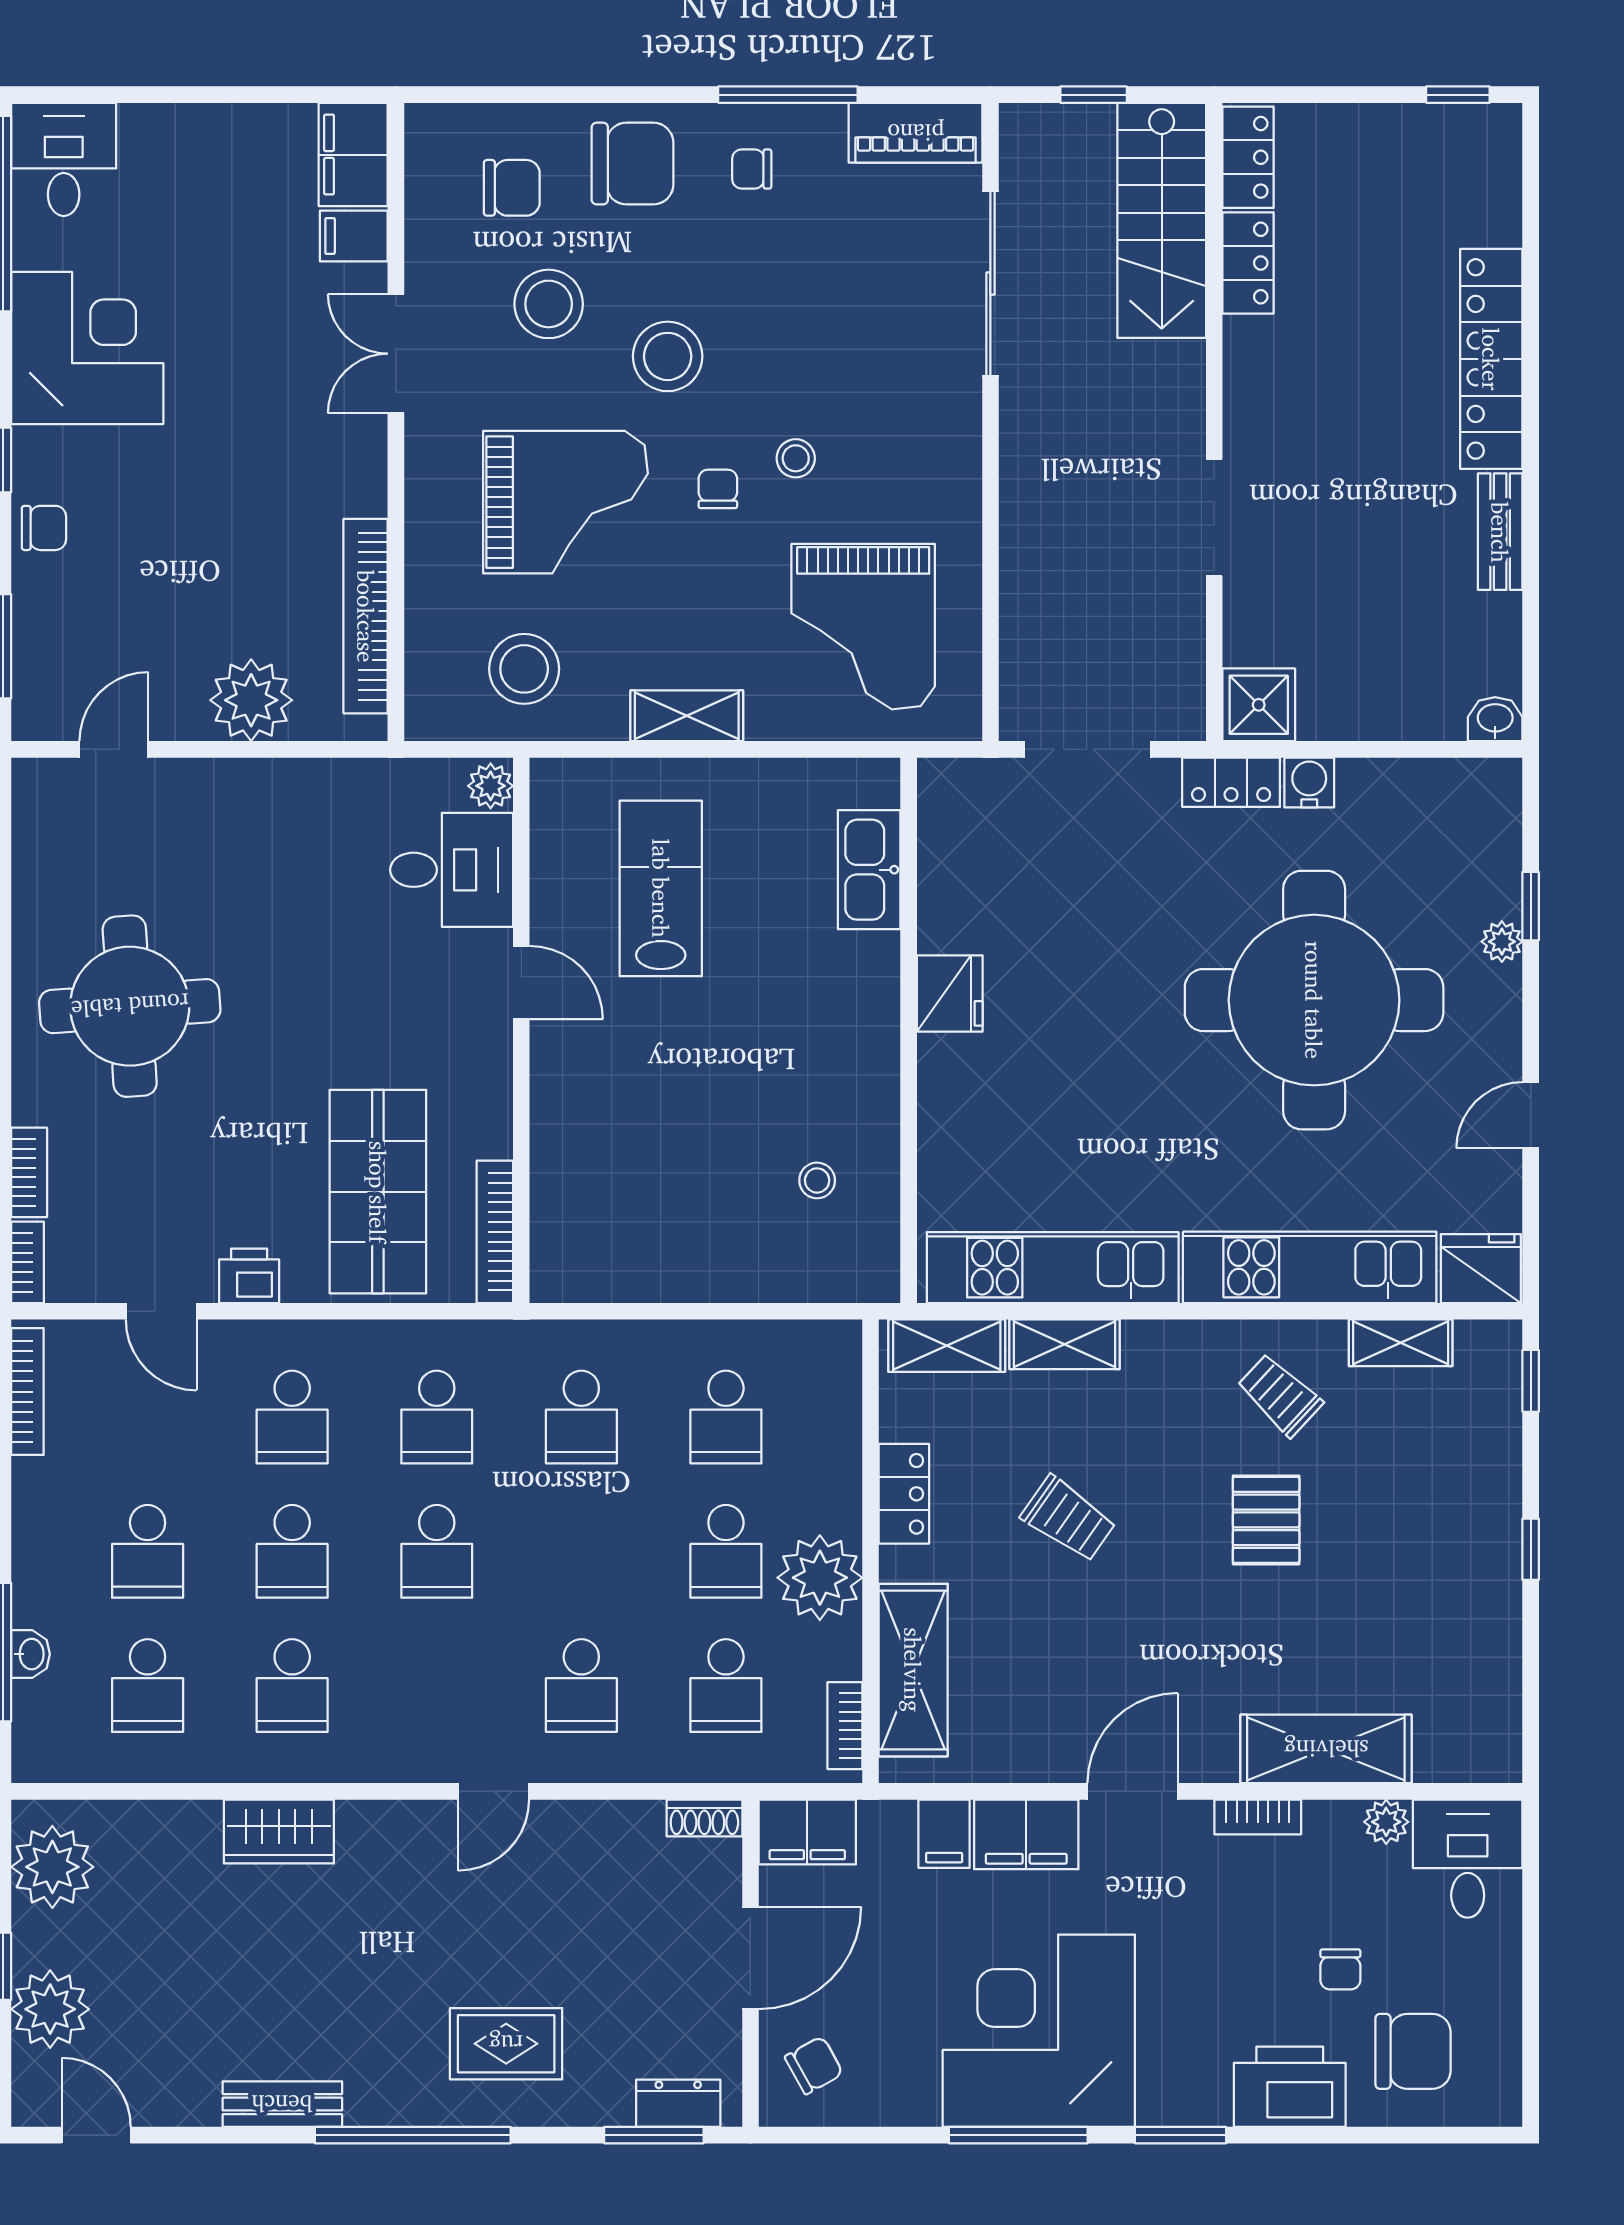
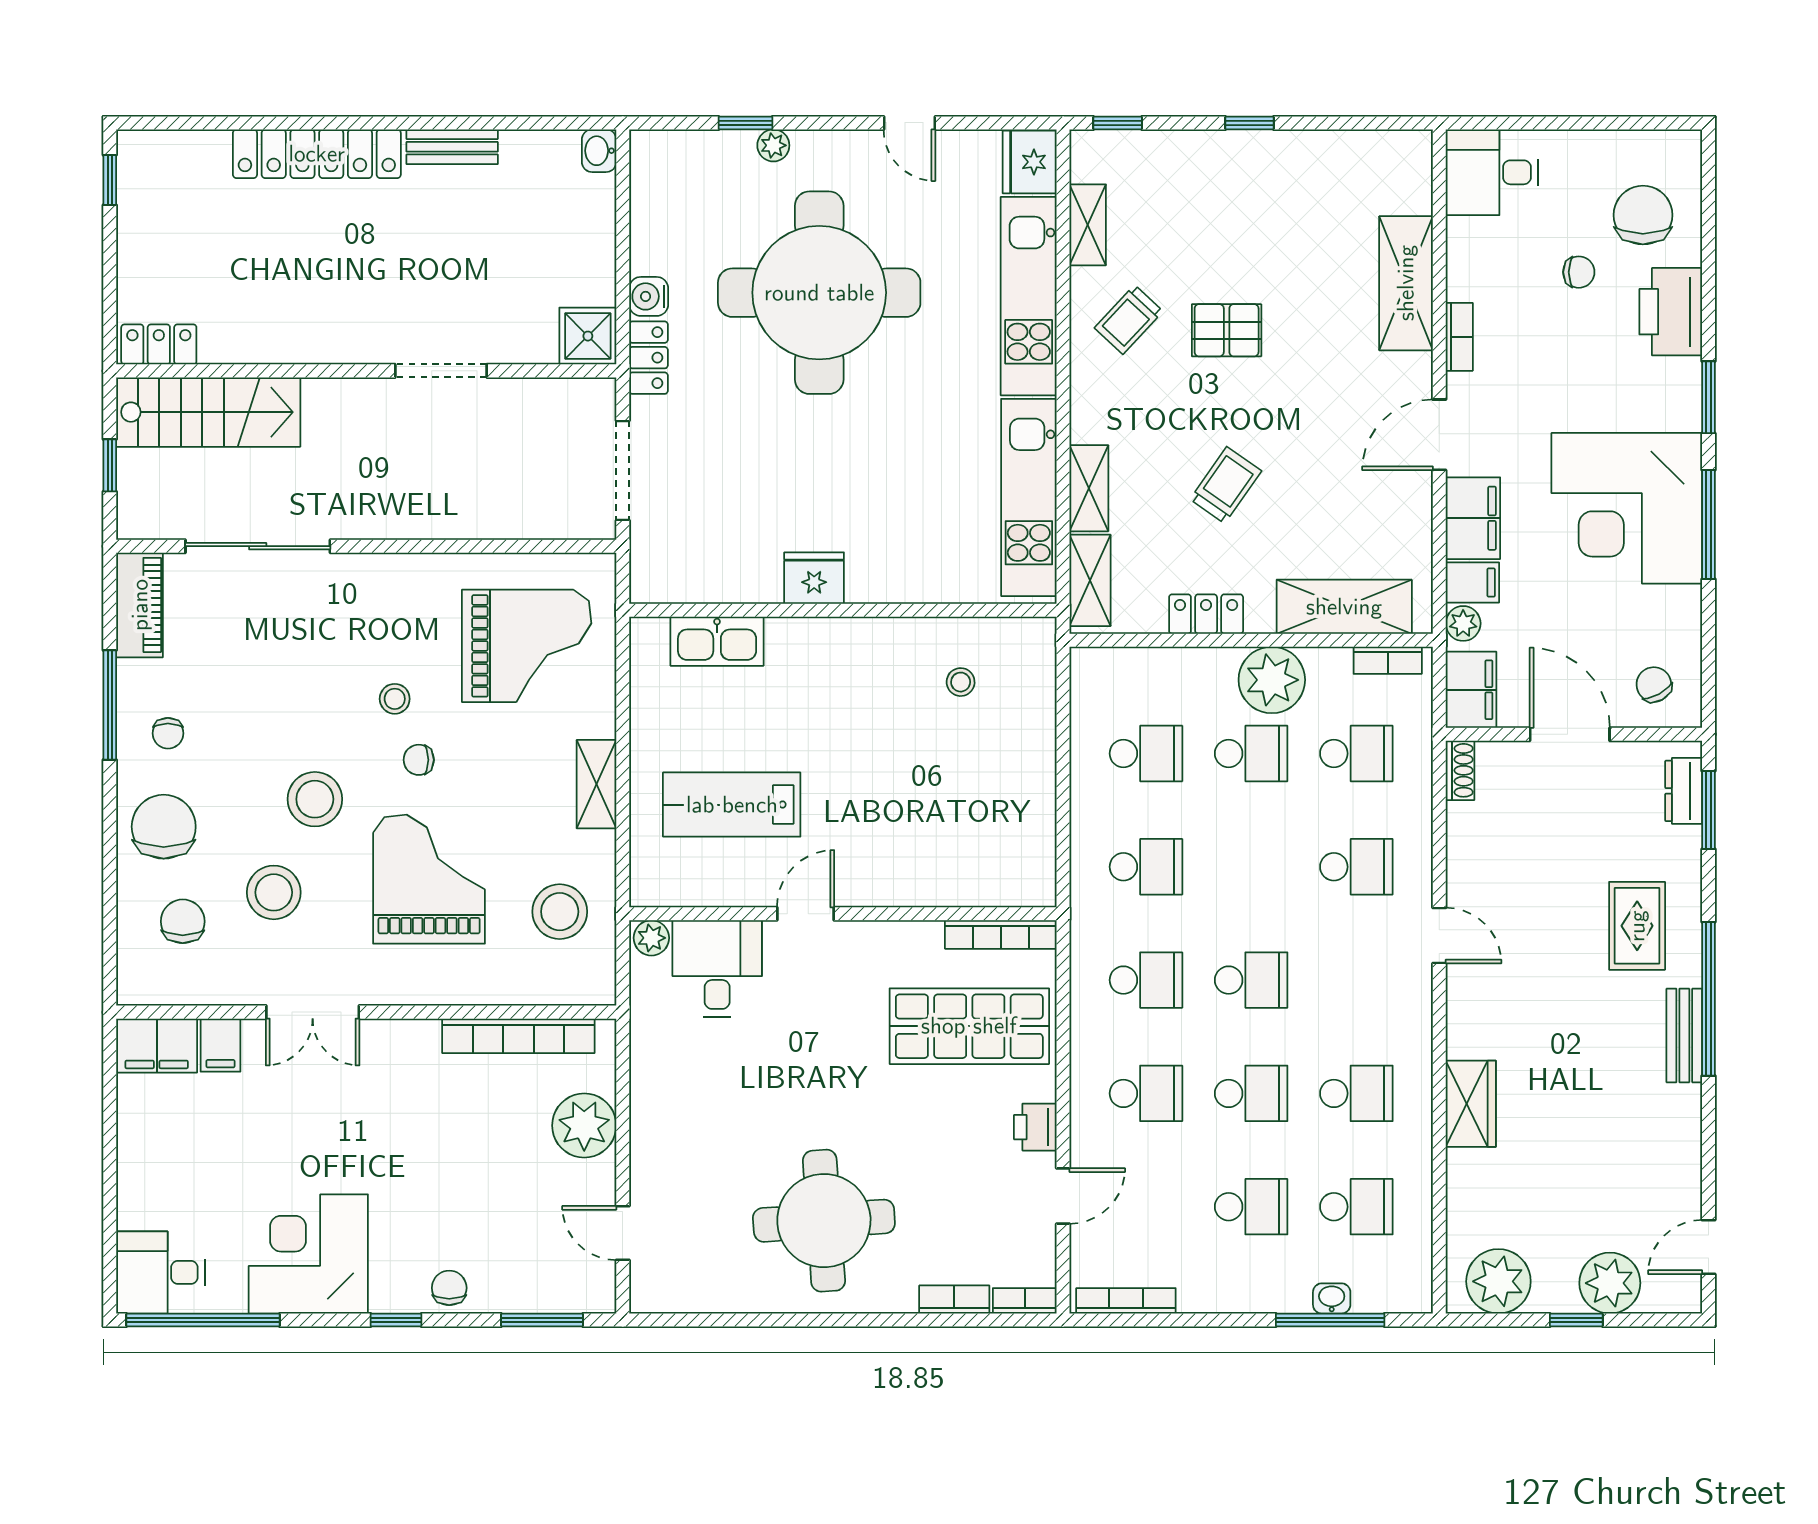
locker: (1248, 263) -> (242, 344), removed
door: (1133, 1791) -> (1439, 435), hinge flipped
plant: (1386, 1822) -> (1463, 623), moved
bench: (282, 2104) -> (1684, 1035), moved

